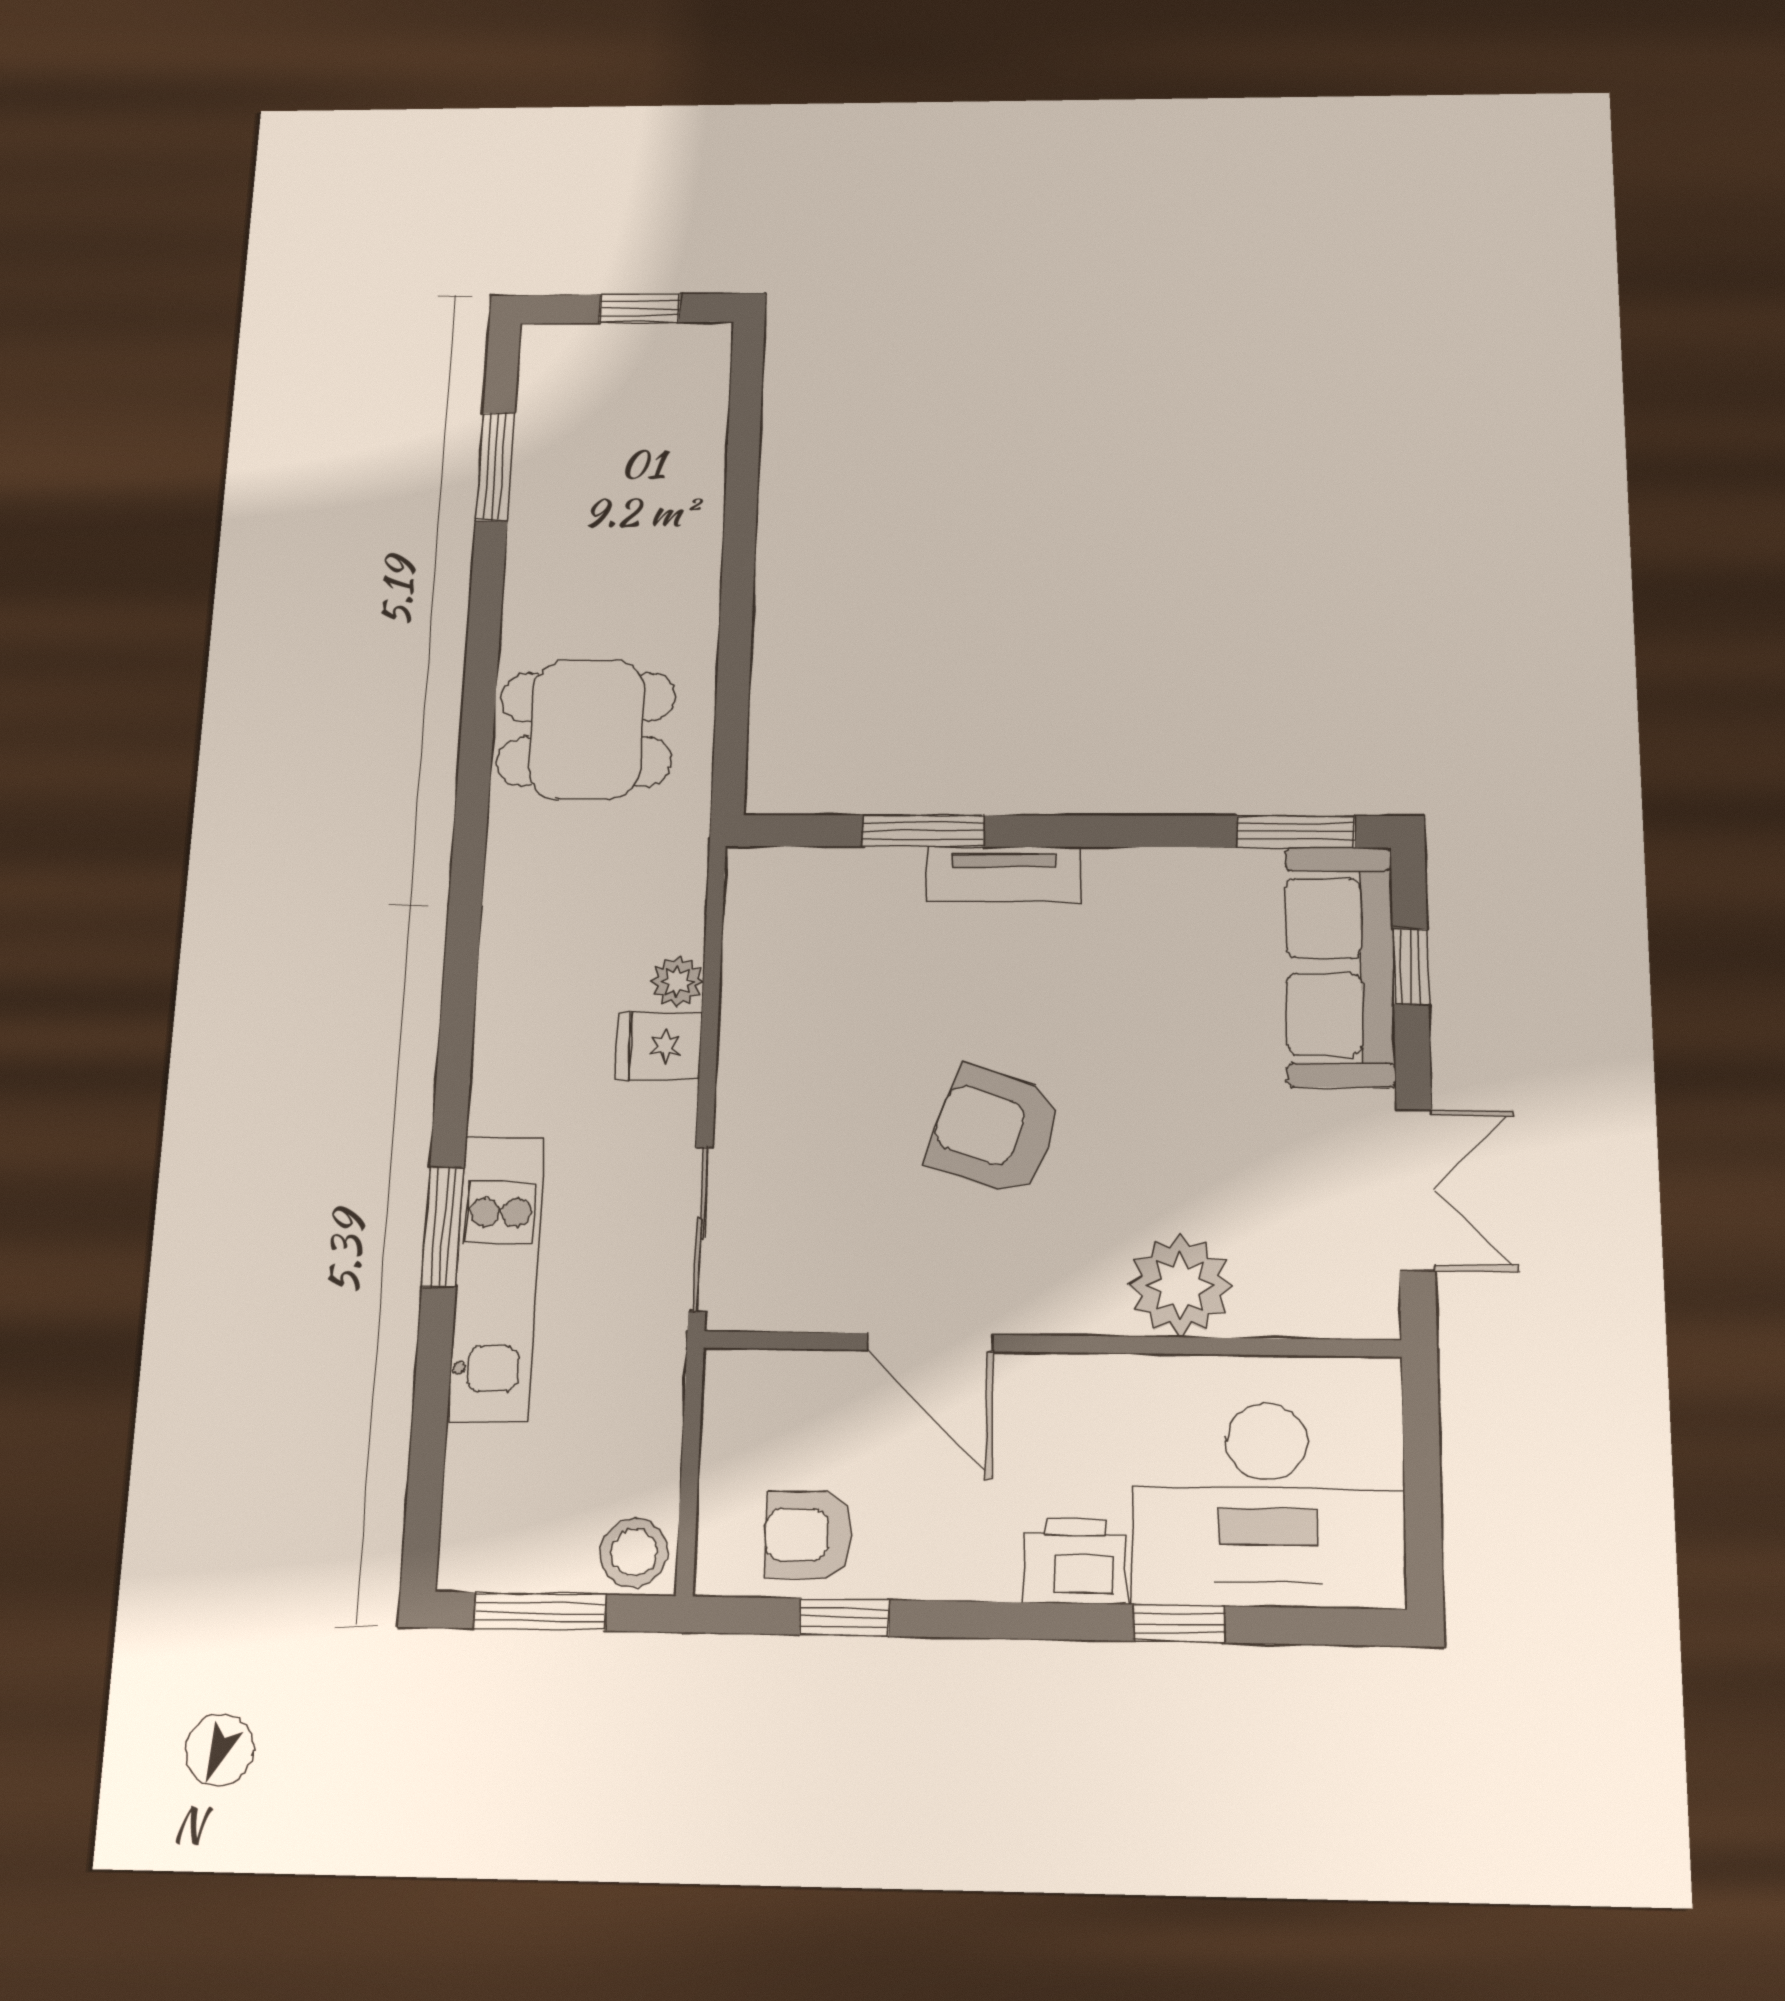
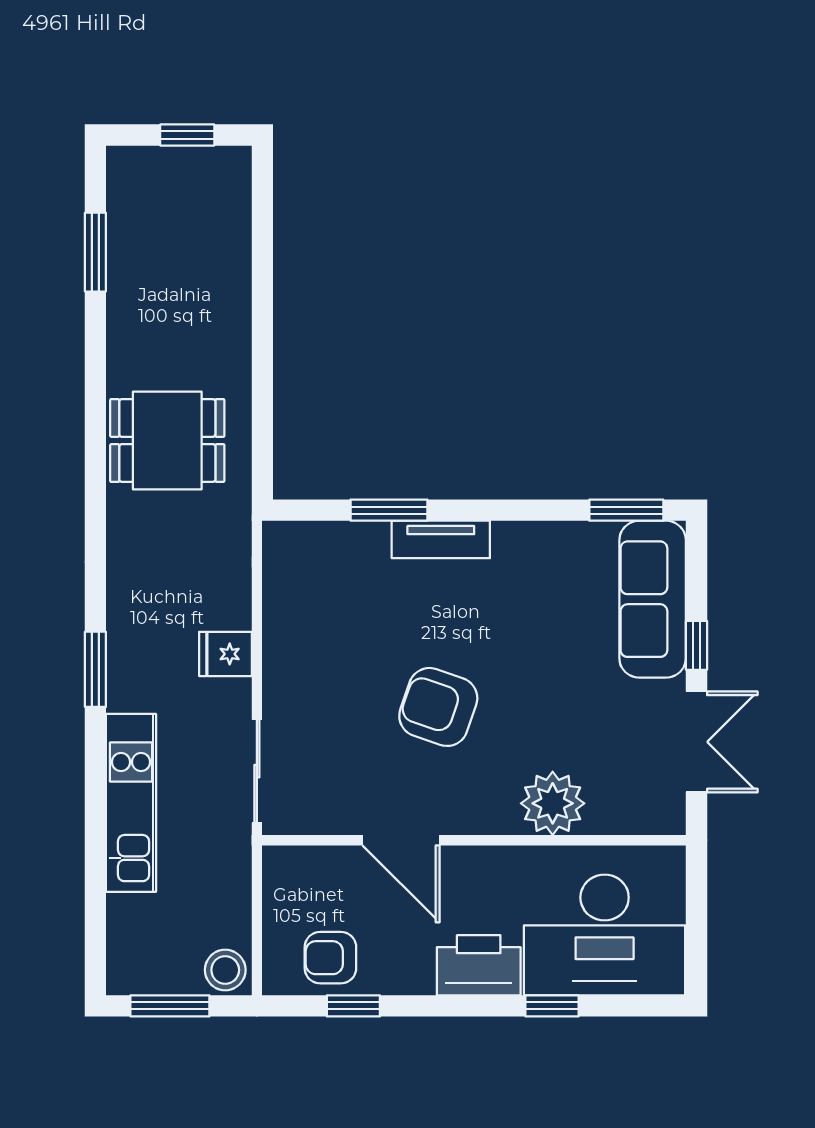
window: (1411, 967) -> (697, 645), moved
plant: (677, 982) -> (235, 612), removed
window: (443, 1227) -> (95, 669), moved
printer: (1075, 1561) -> (479, 965), width x1.37, depth x1.19

